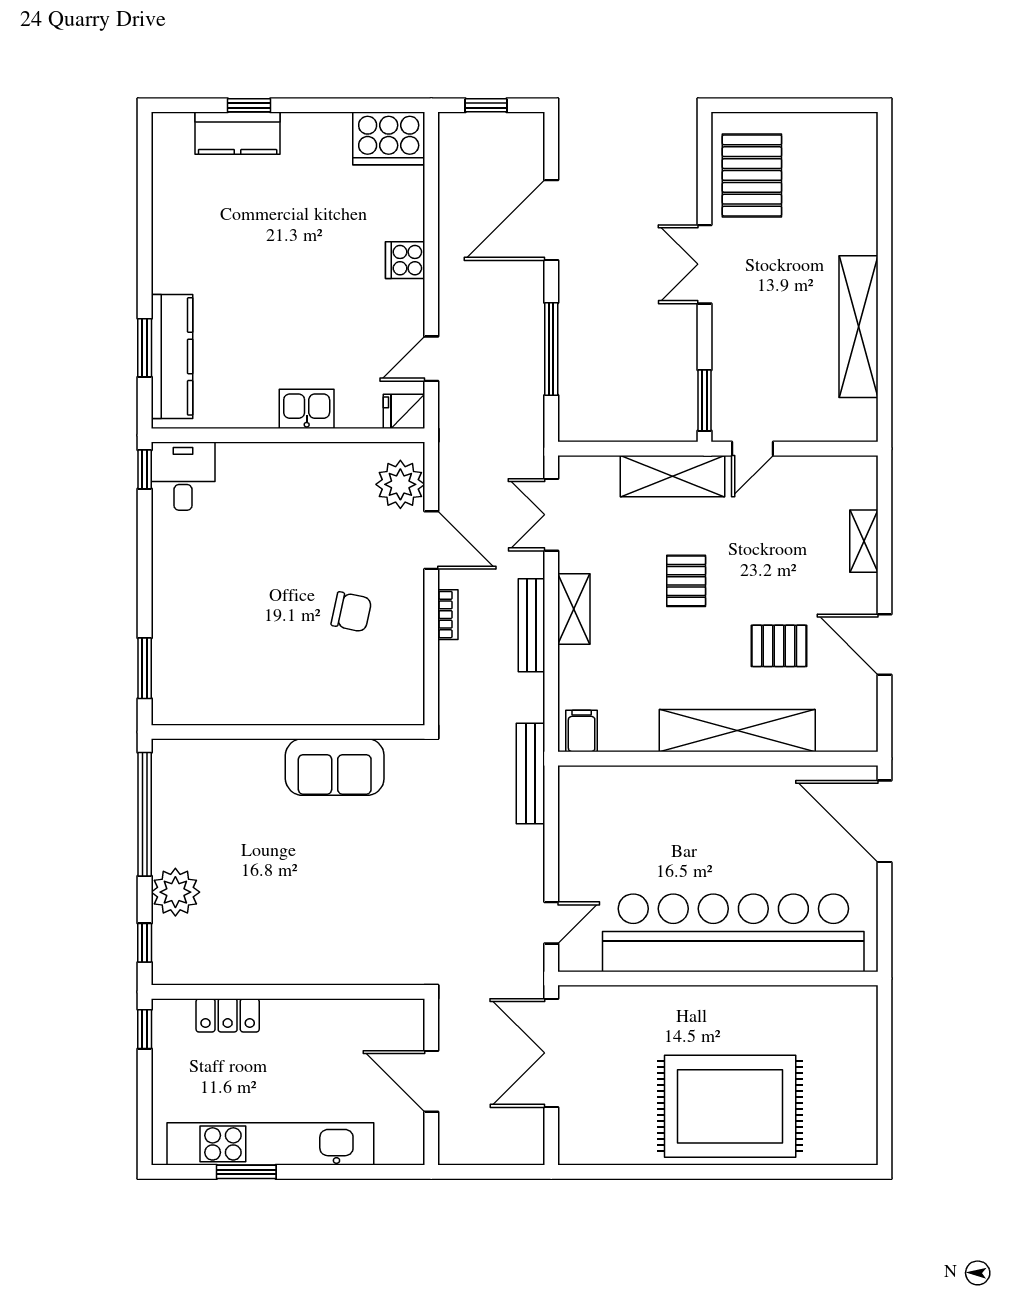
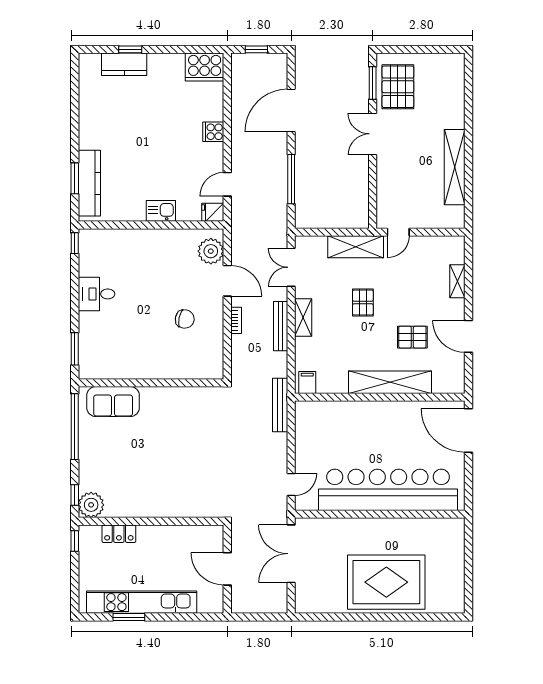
window: (705, 400) -> (373, 83), moved
desk: (183, 476) -> (96, 294), moved, turned -90
sofa: (335, 767) -> (113, 402), moved
plant: (175, 892) -> (91, 505), moved

